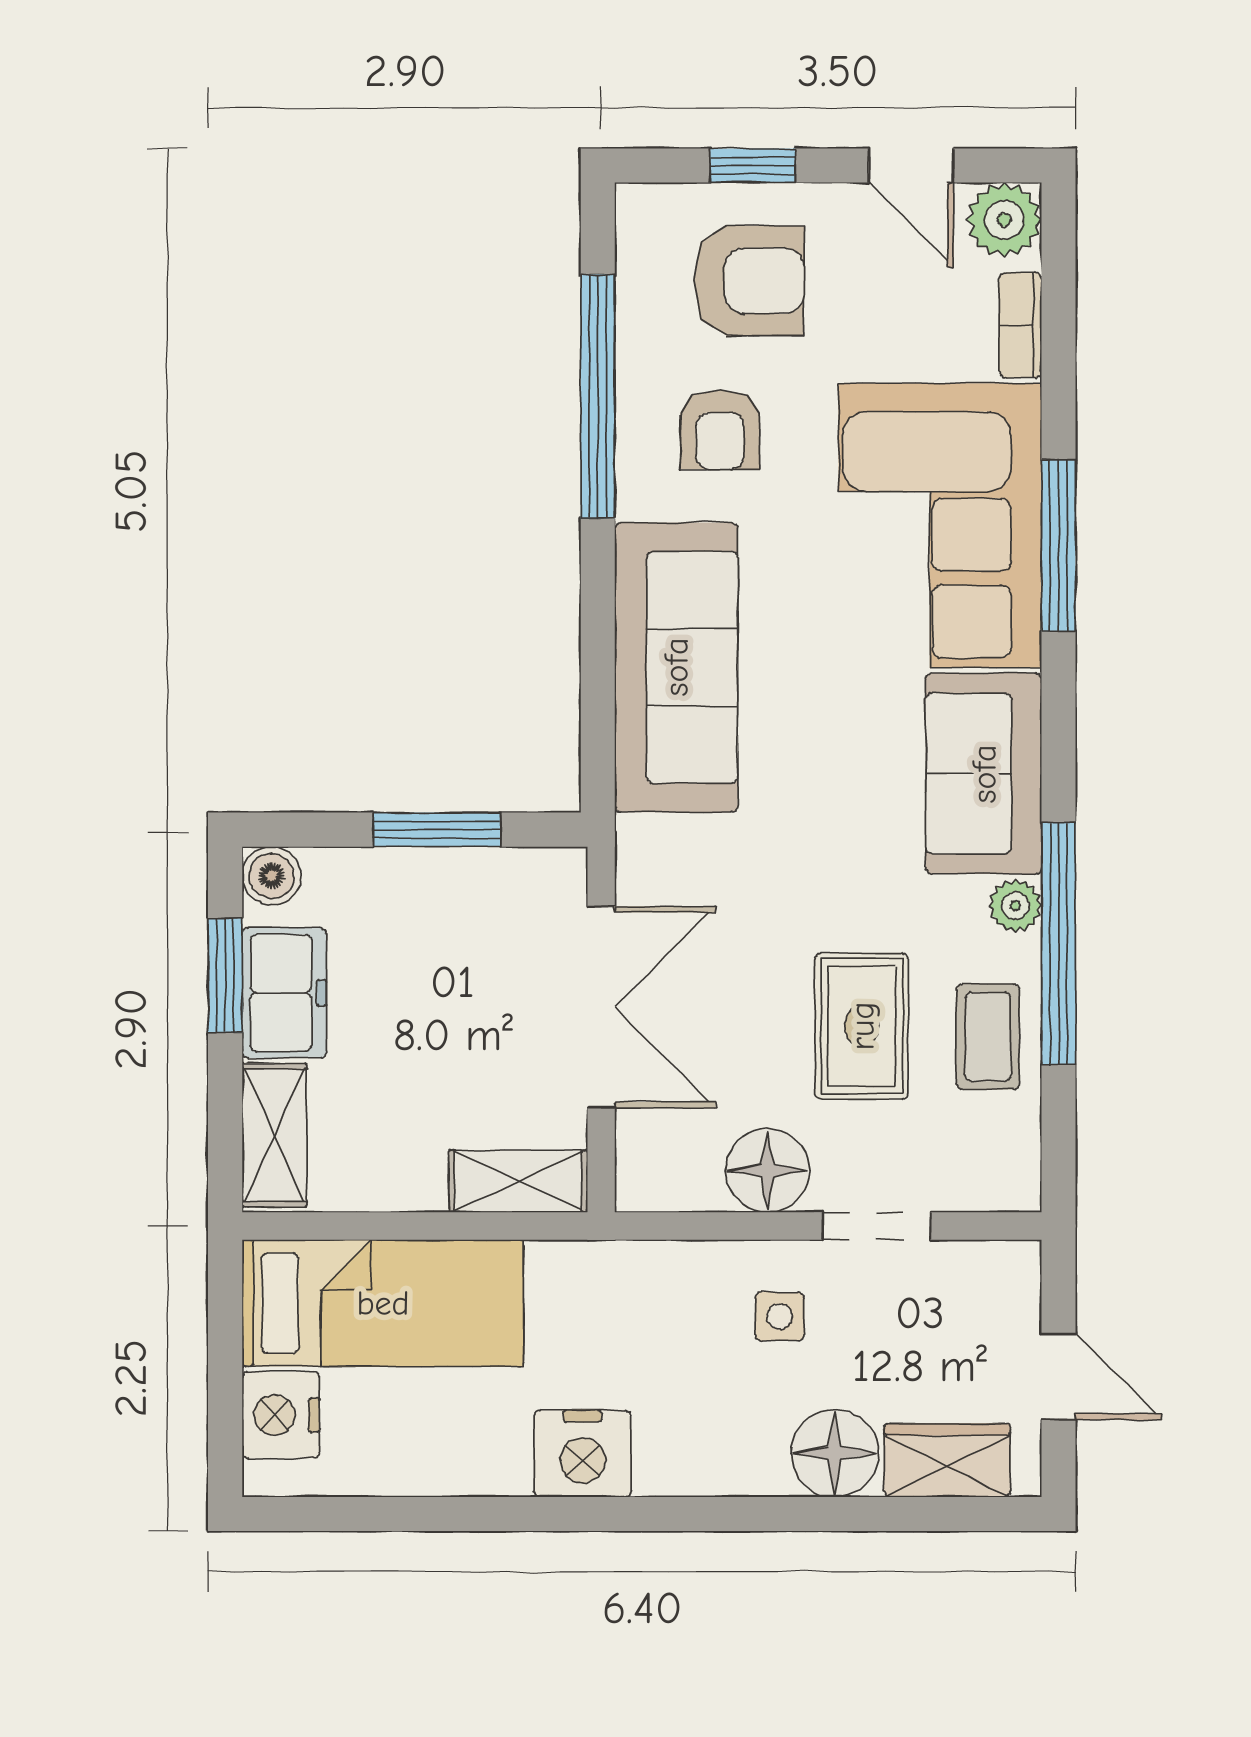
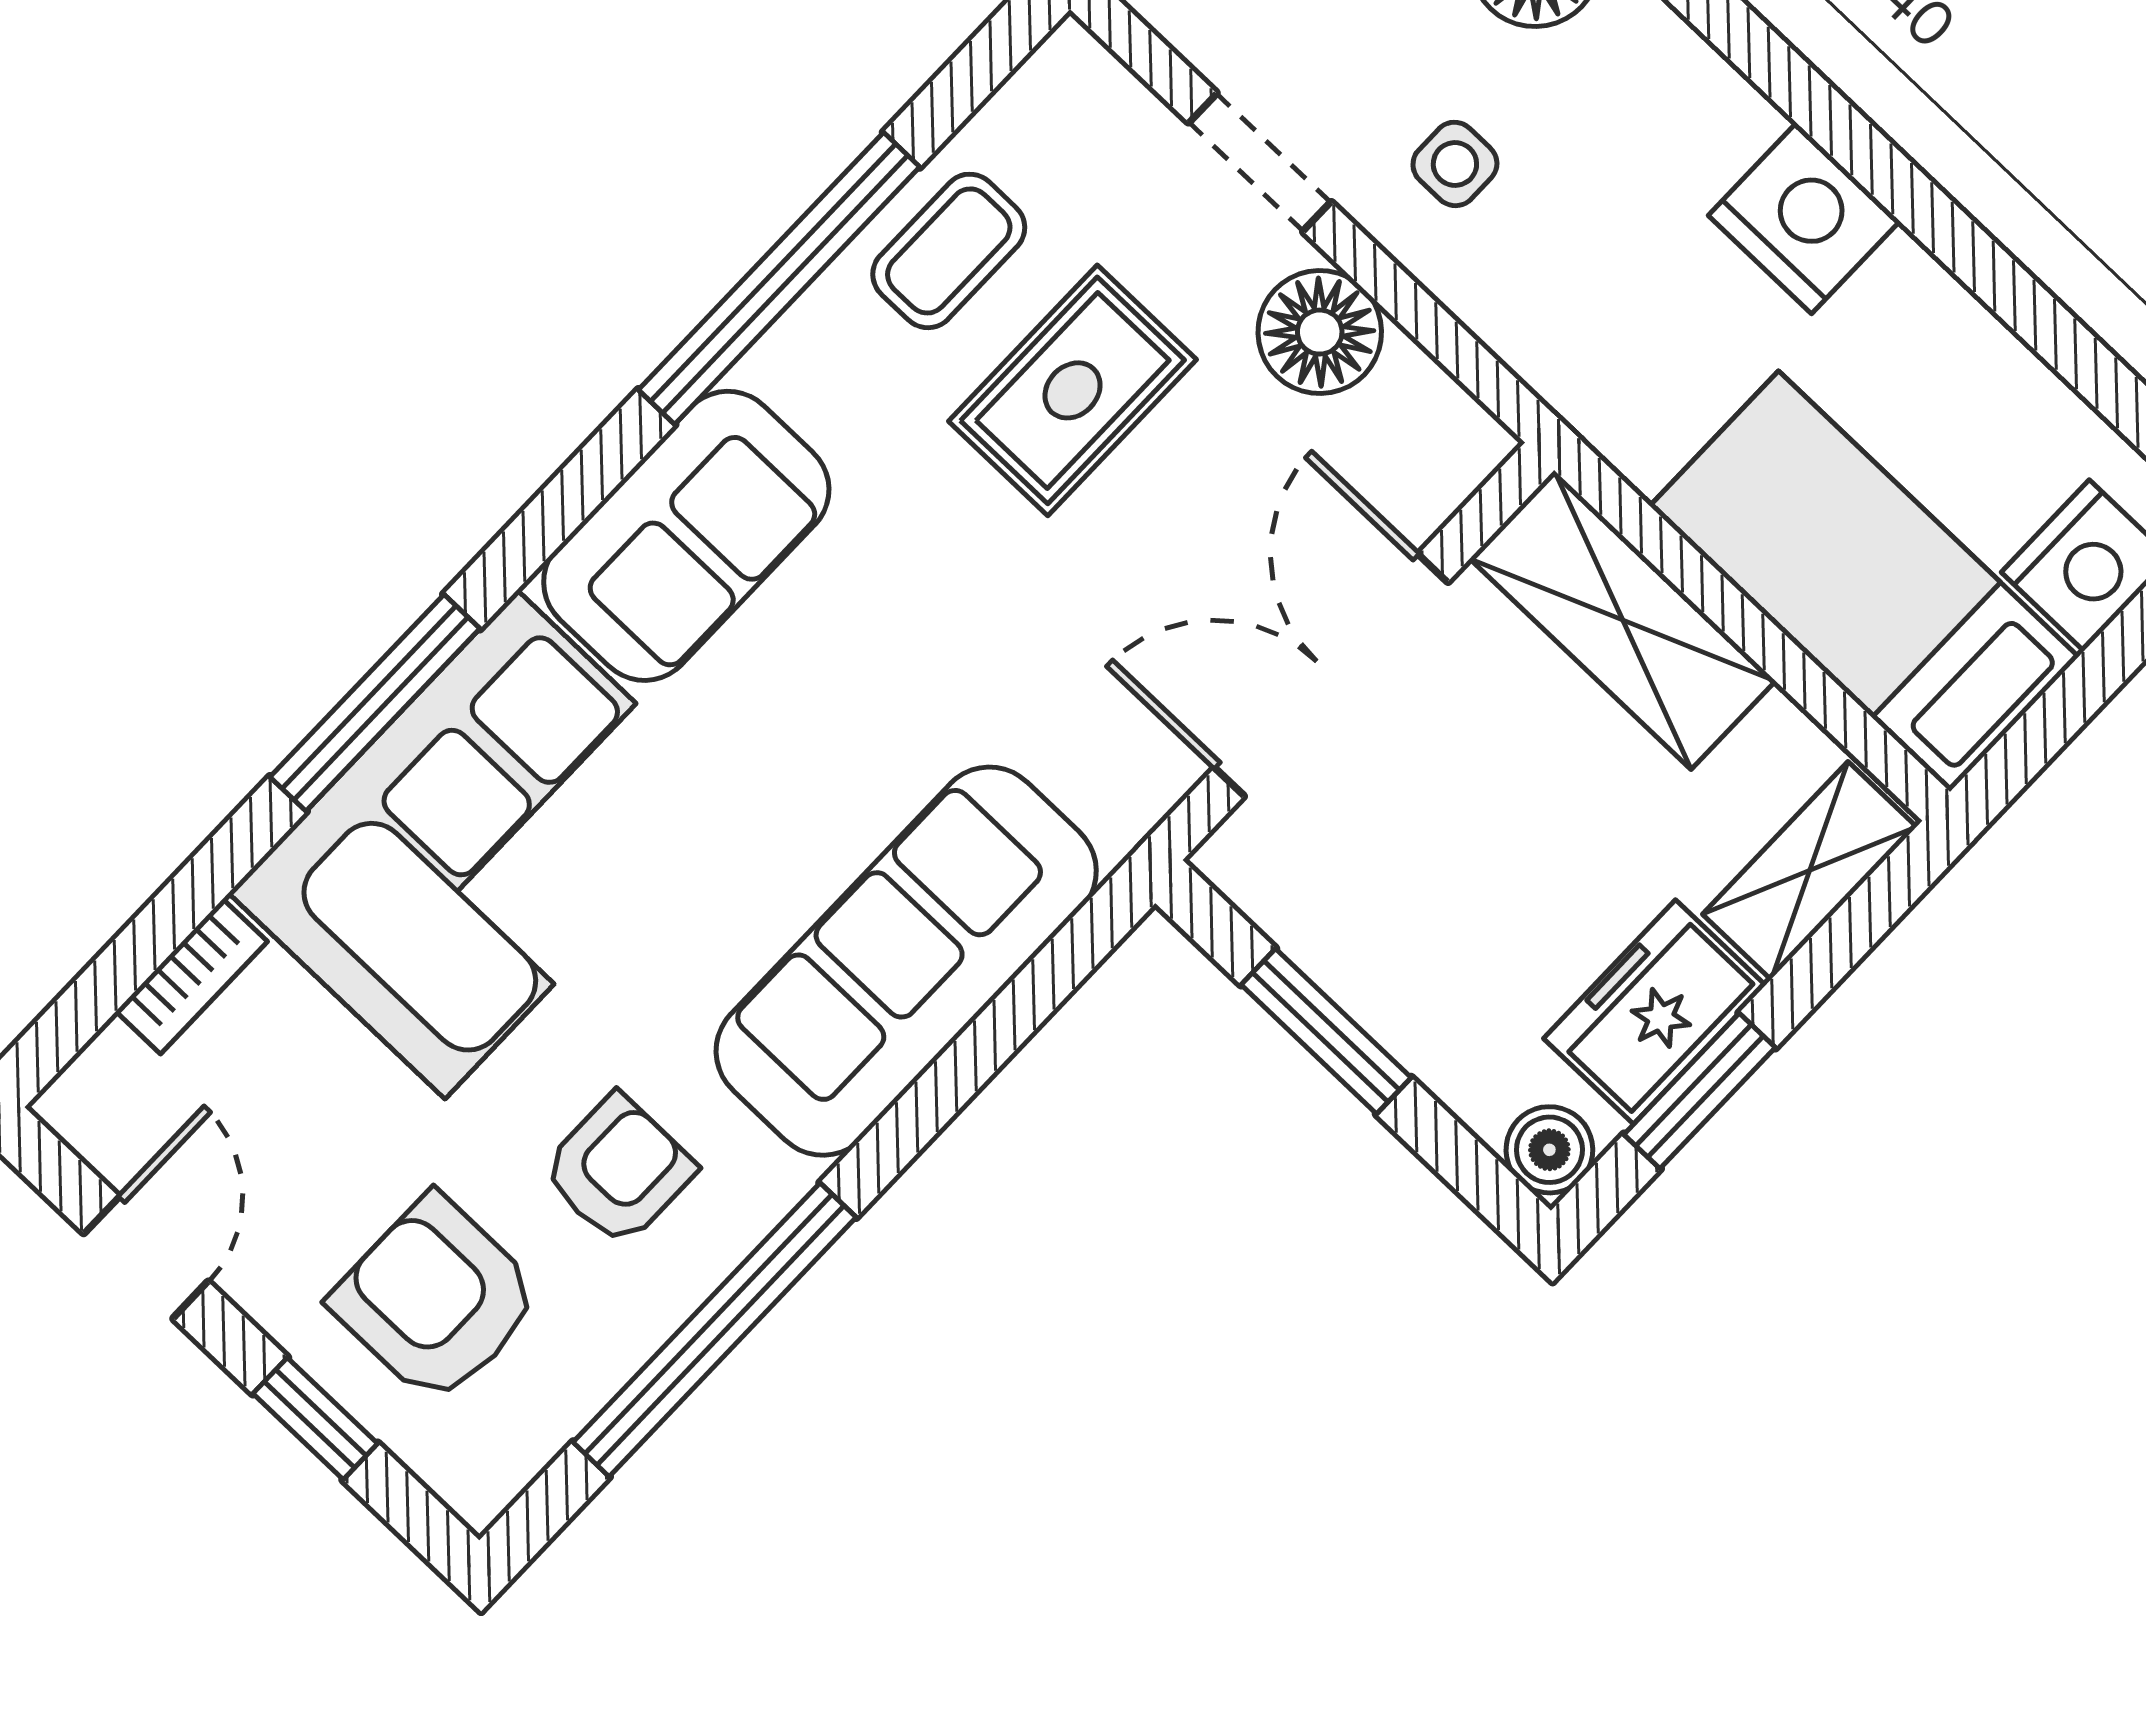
plant: (1004, 220) -> (102, 1105), removed
plant: (1015, 906) -> (787, 363), removed
shelving: (518, 1181) -> (1623, 620), width x1.50, depth x1.33

